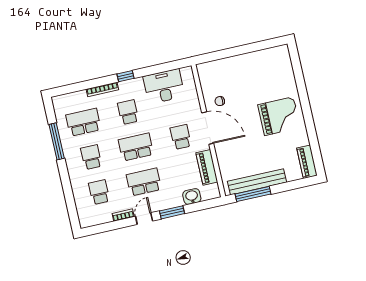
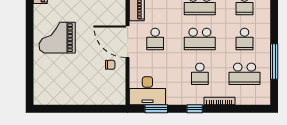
window: (164, 67) -> (156, 109), added
desk: (164, 86) -> (147, 91), moved

